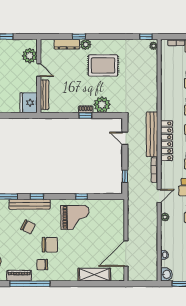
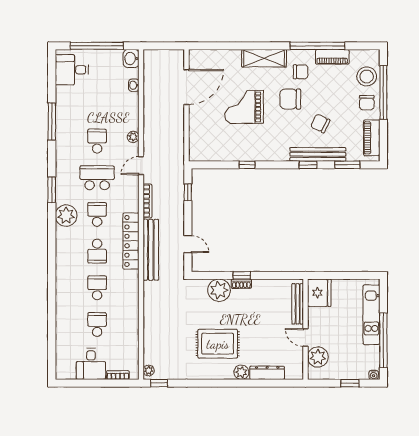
window: (79, 37) -> (251, 383), removed
grand piano: (75, 217) -> (244, 107), moved
shelving: (94, 275) -> (264, 58), moved

